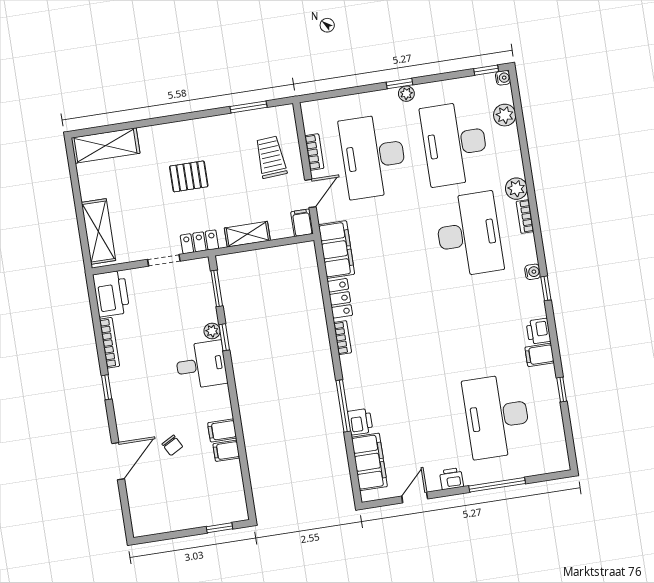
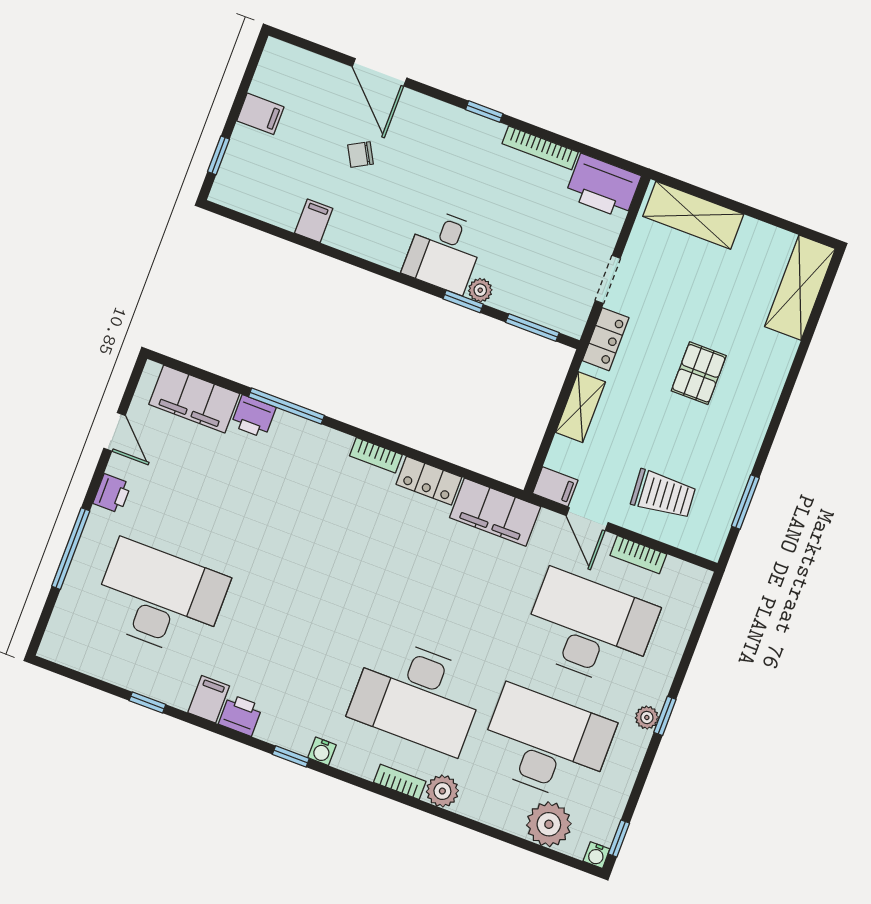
plant: (505, 115) -> (549, 824), width x1.36, depth x1.36
filing cabinet: (222, 430) -> (260, 114), moved, turned 90

